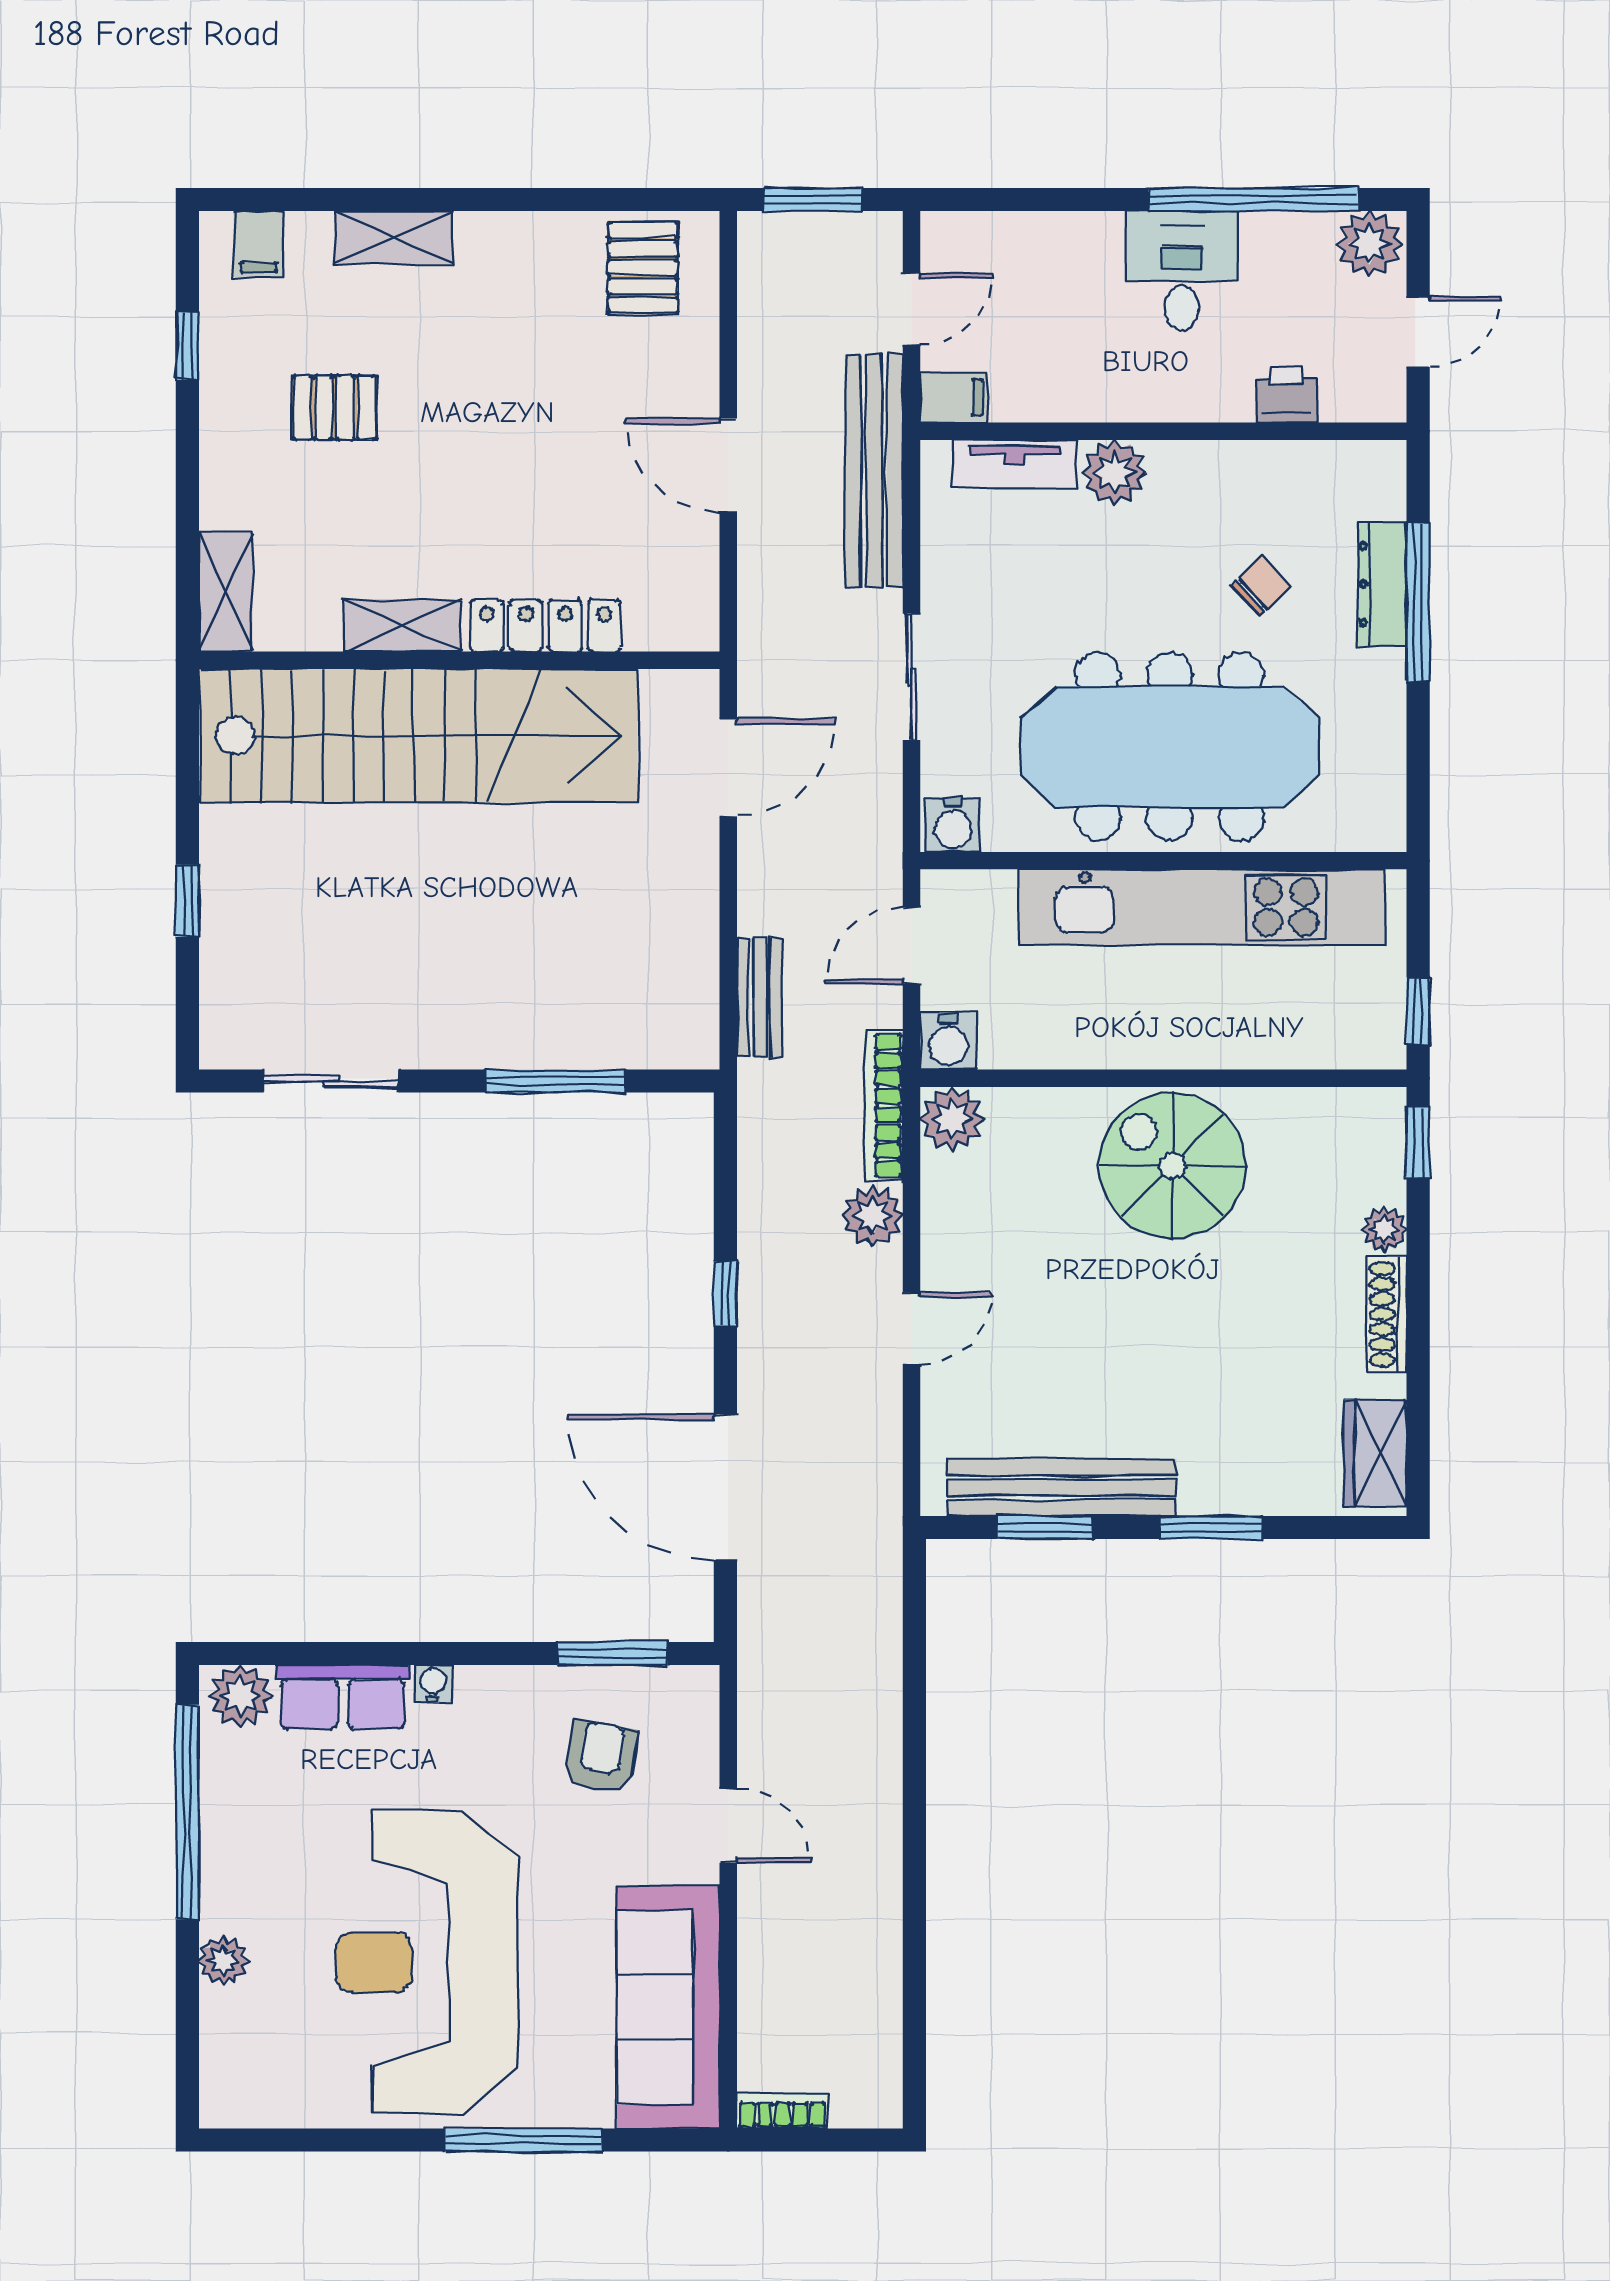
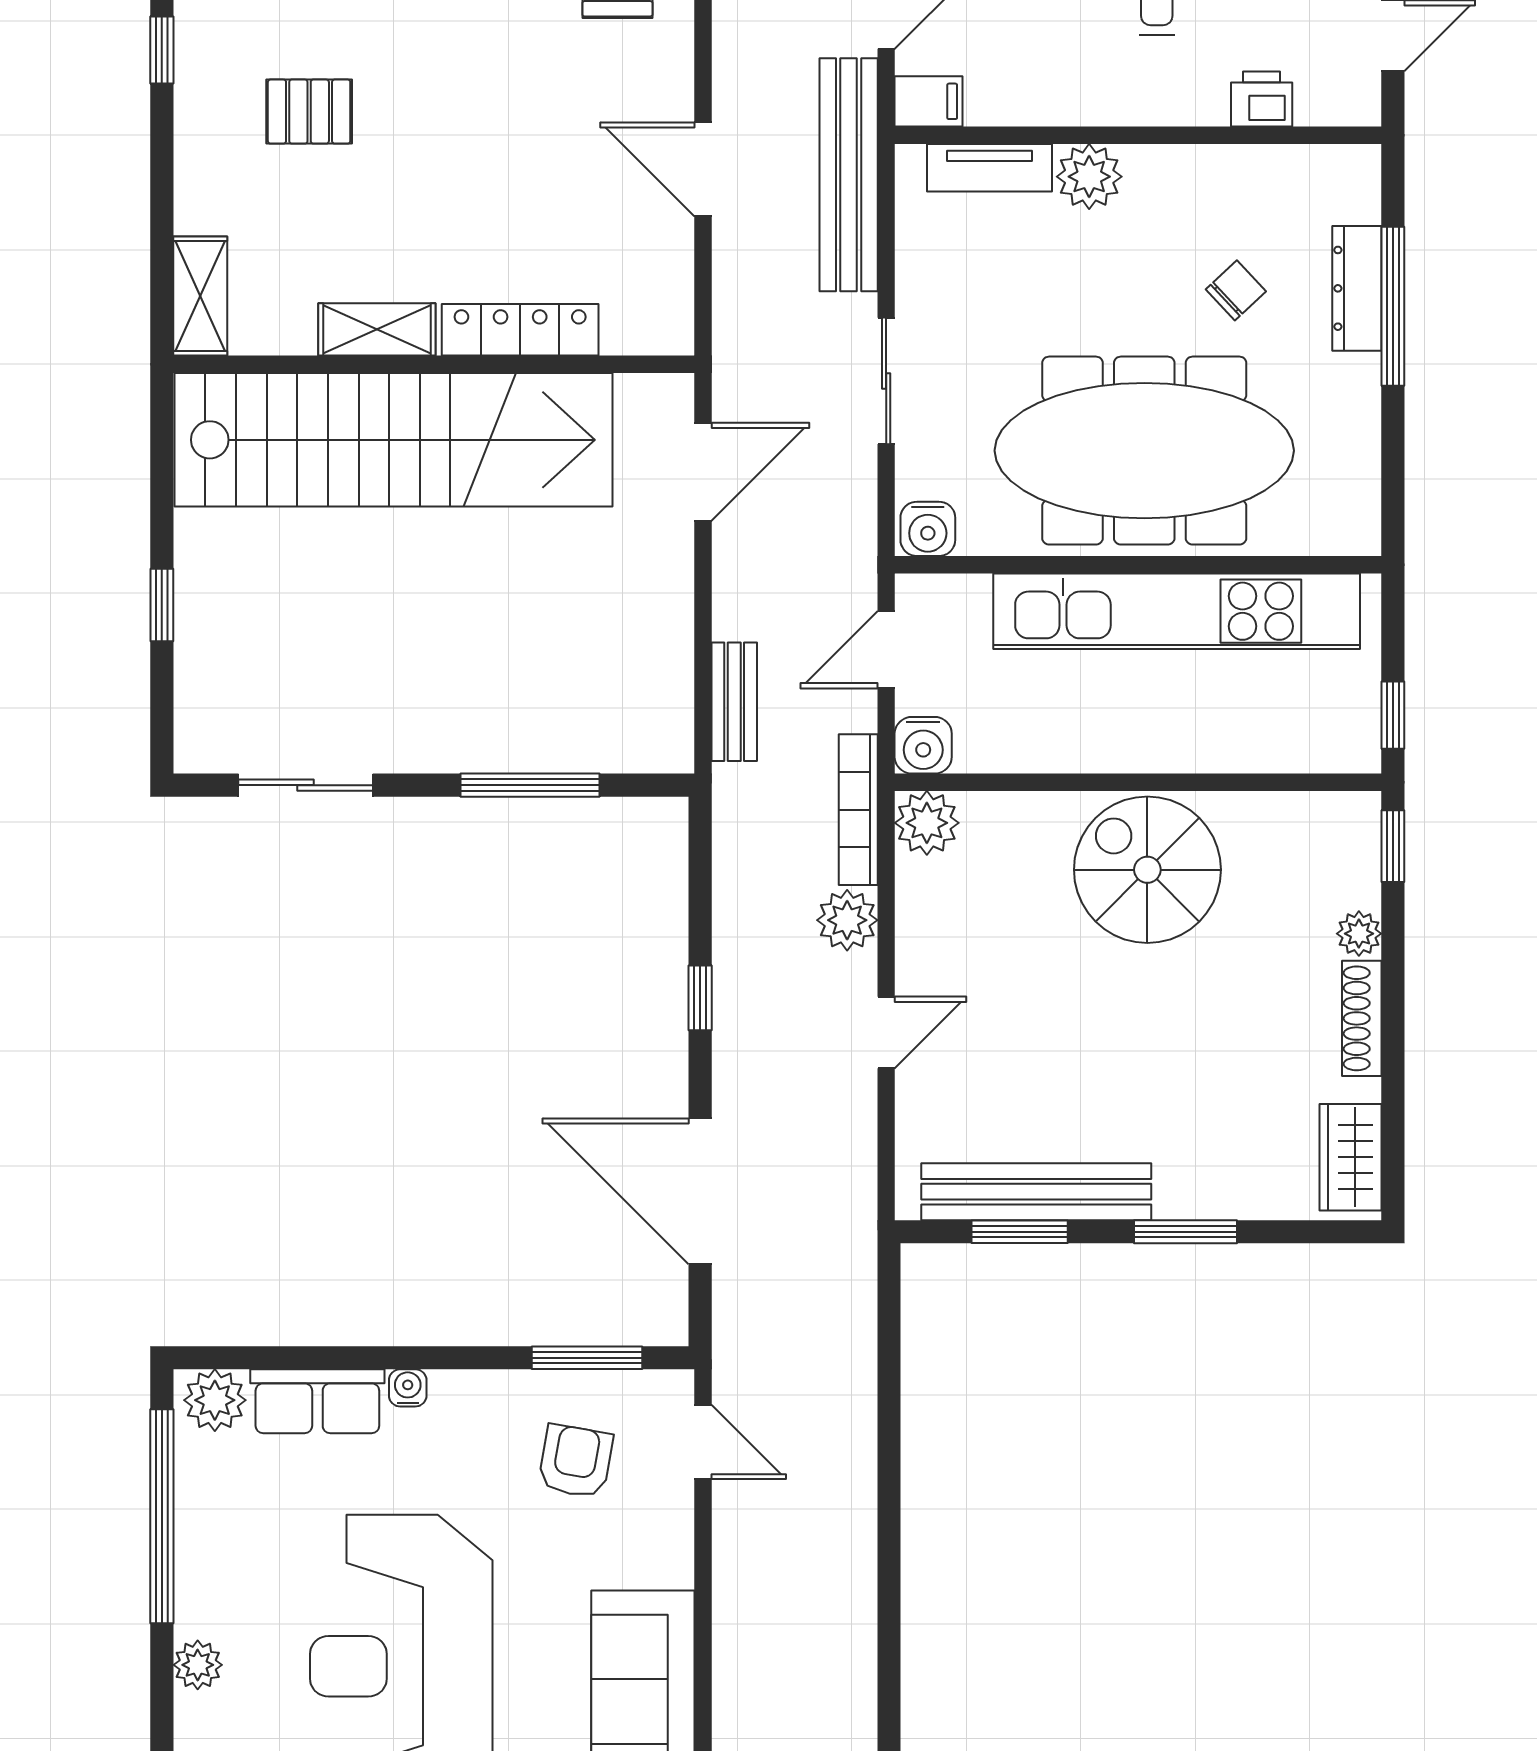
door: (728, 1826) -> (703, 1442), moved

